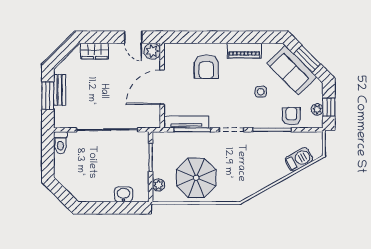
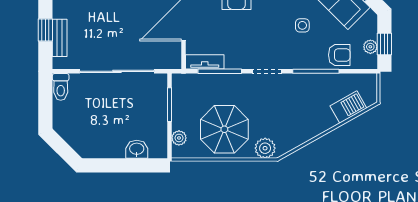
bench: (60, 90) -> (60, 38), moved
window: (48, 95) -> (45, 30), width x0.67
armchair: (291, 116) -> (339, 55), turned 90
tv unit: (186, 122) -> (205, 62), width x0.71
plant: (230, 194) -> (265, 148), added

